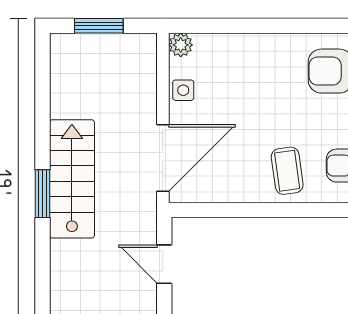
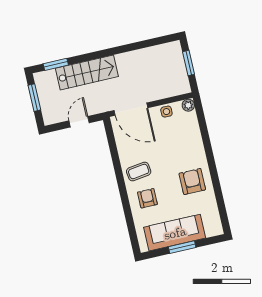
stairs: (72, 179) -> (87, 72), moved
window: (42, 194) -> (56, 64), moved

